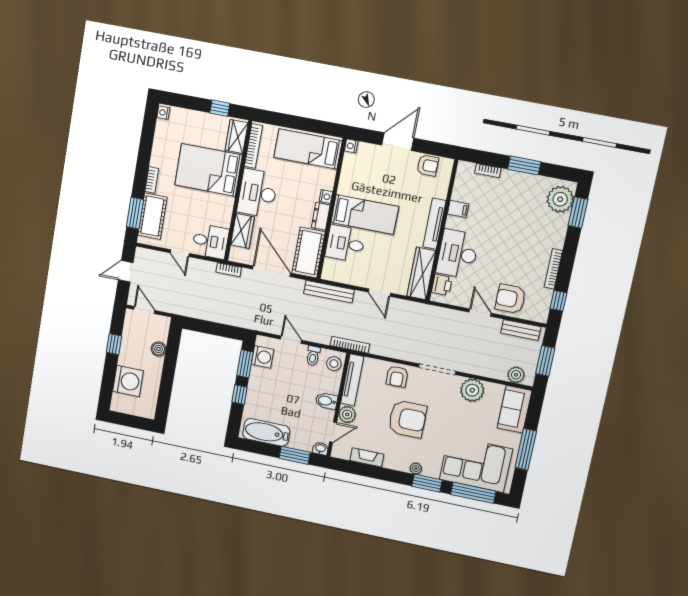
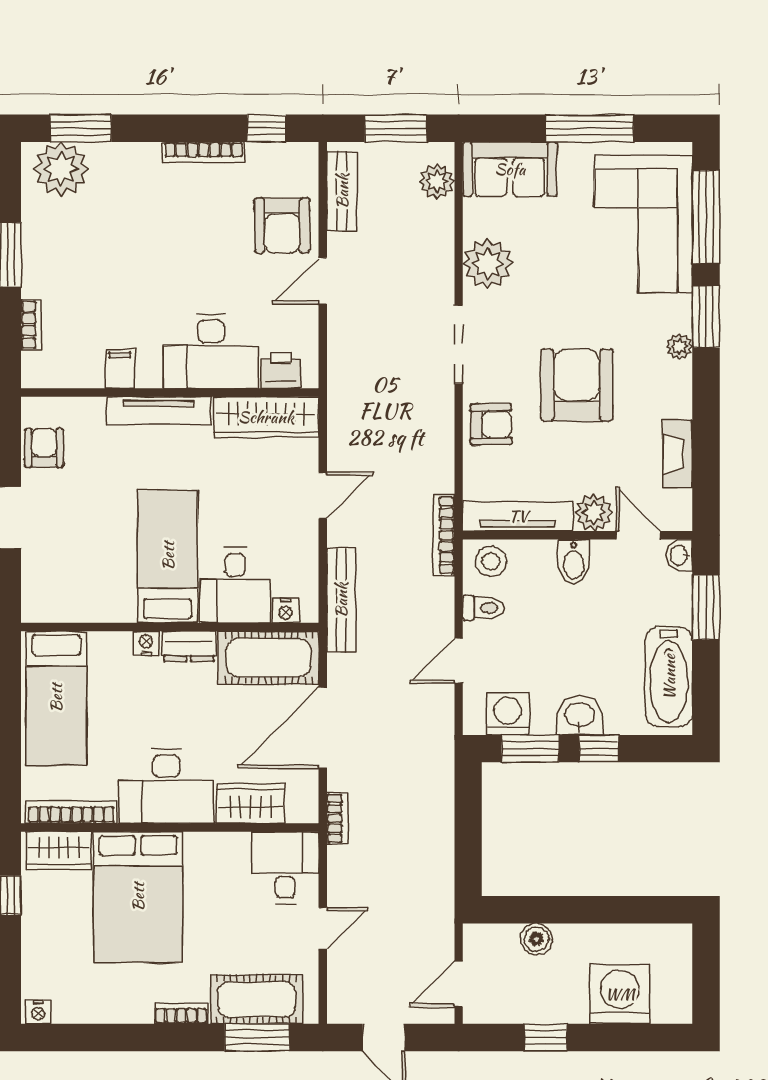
nightstand: (351, 146) -> (286, 611), moved
washbasin: (256, 389) -> (580, 716), added

